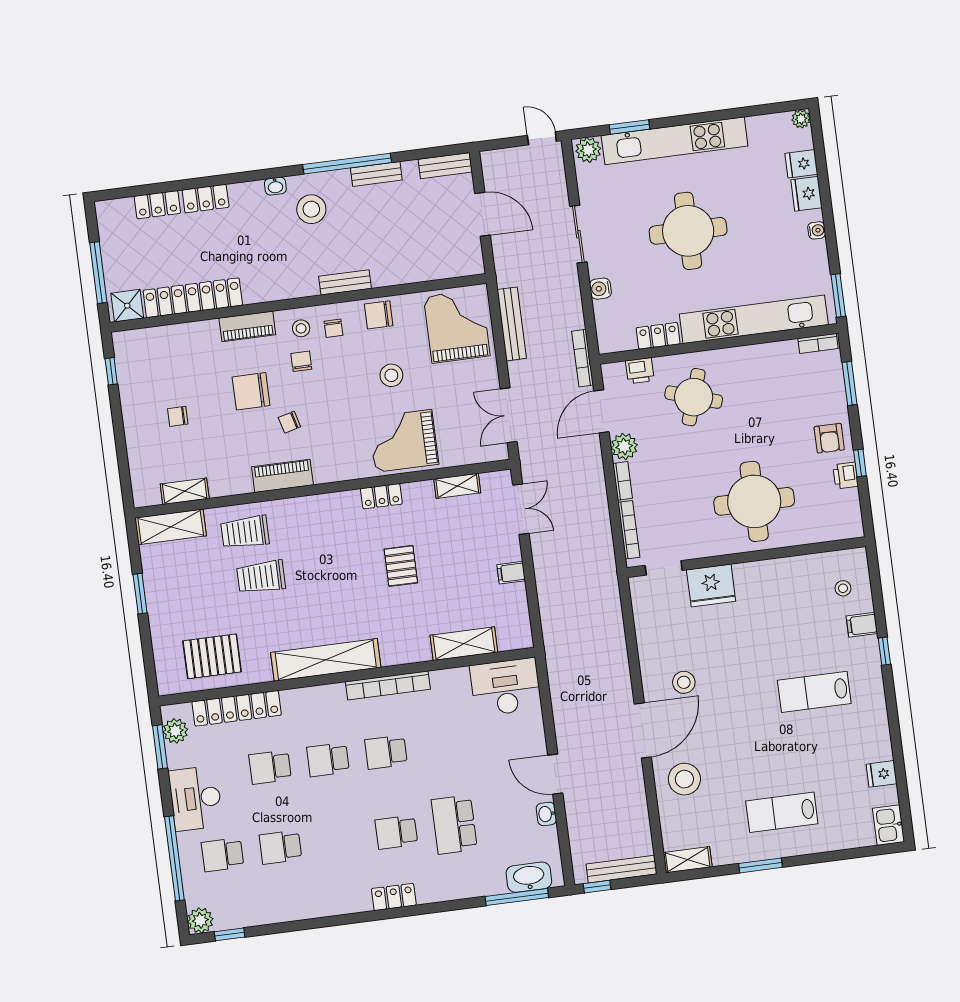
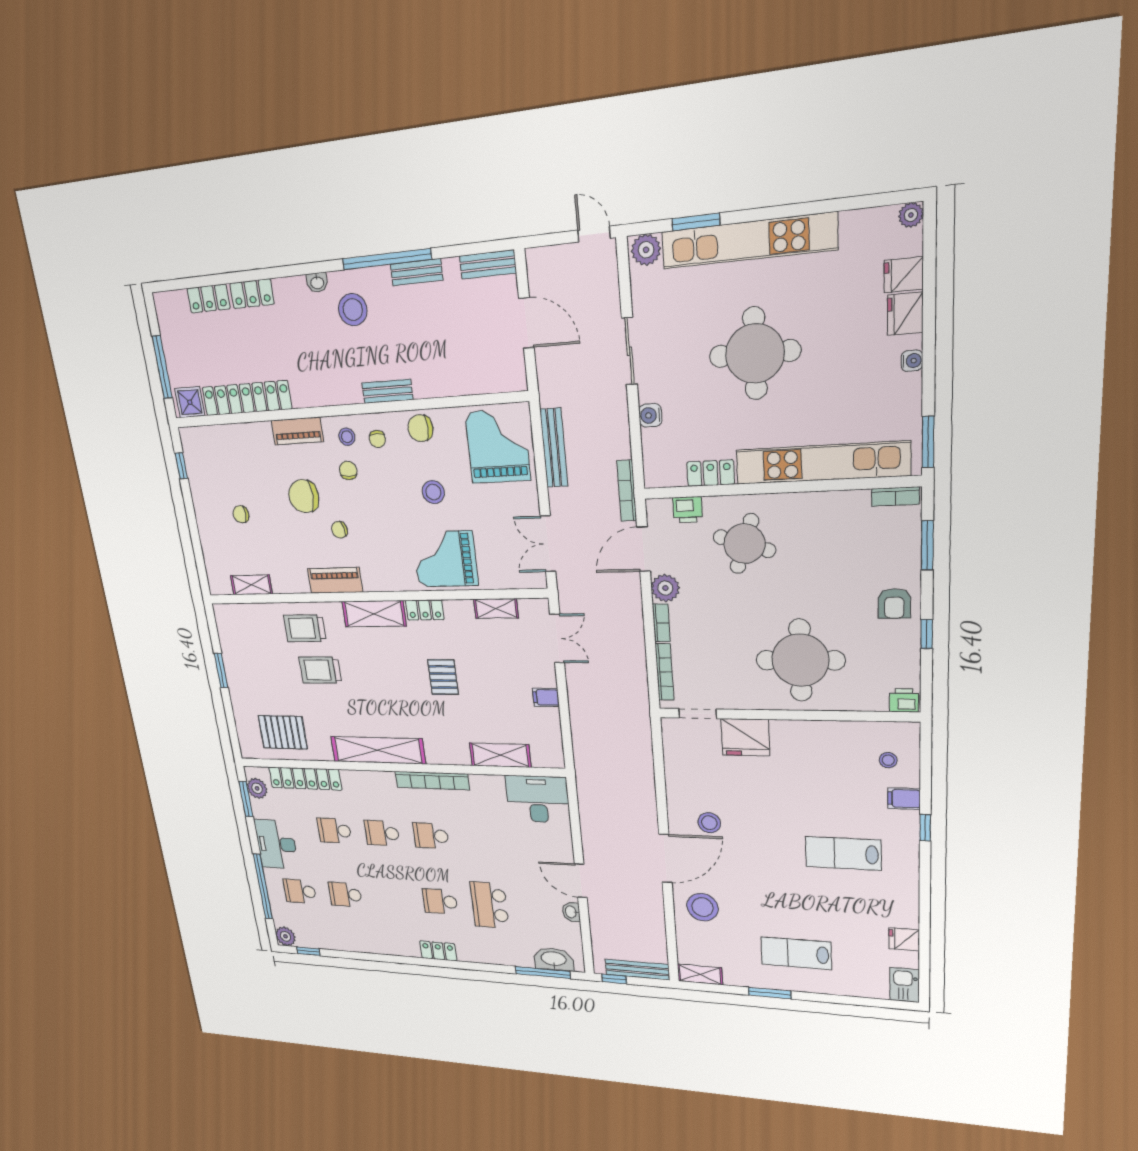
printer: (846, 476) -> (904, 700), moved, turned 90
shelving: (171, 527) -> (374, 614), moved

